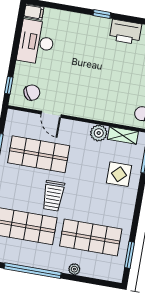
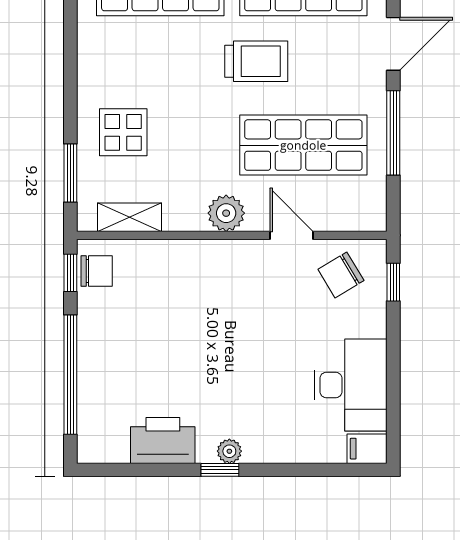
plant: (96, 22) -> (229, 451), added
plant: (99, 133) -> (226, 213), moved
trolley: (53, 196) -> (256, 61), turned 90

